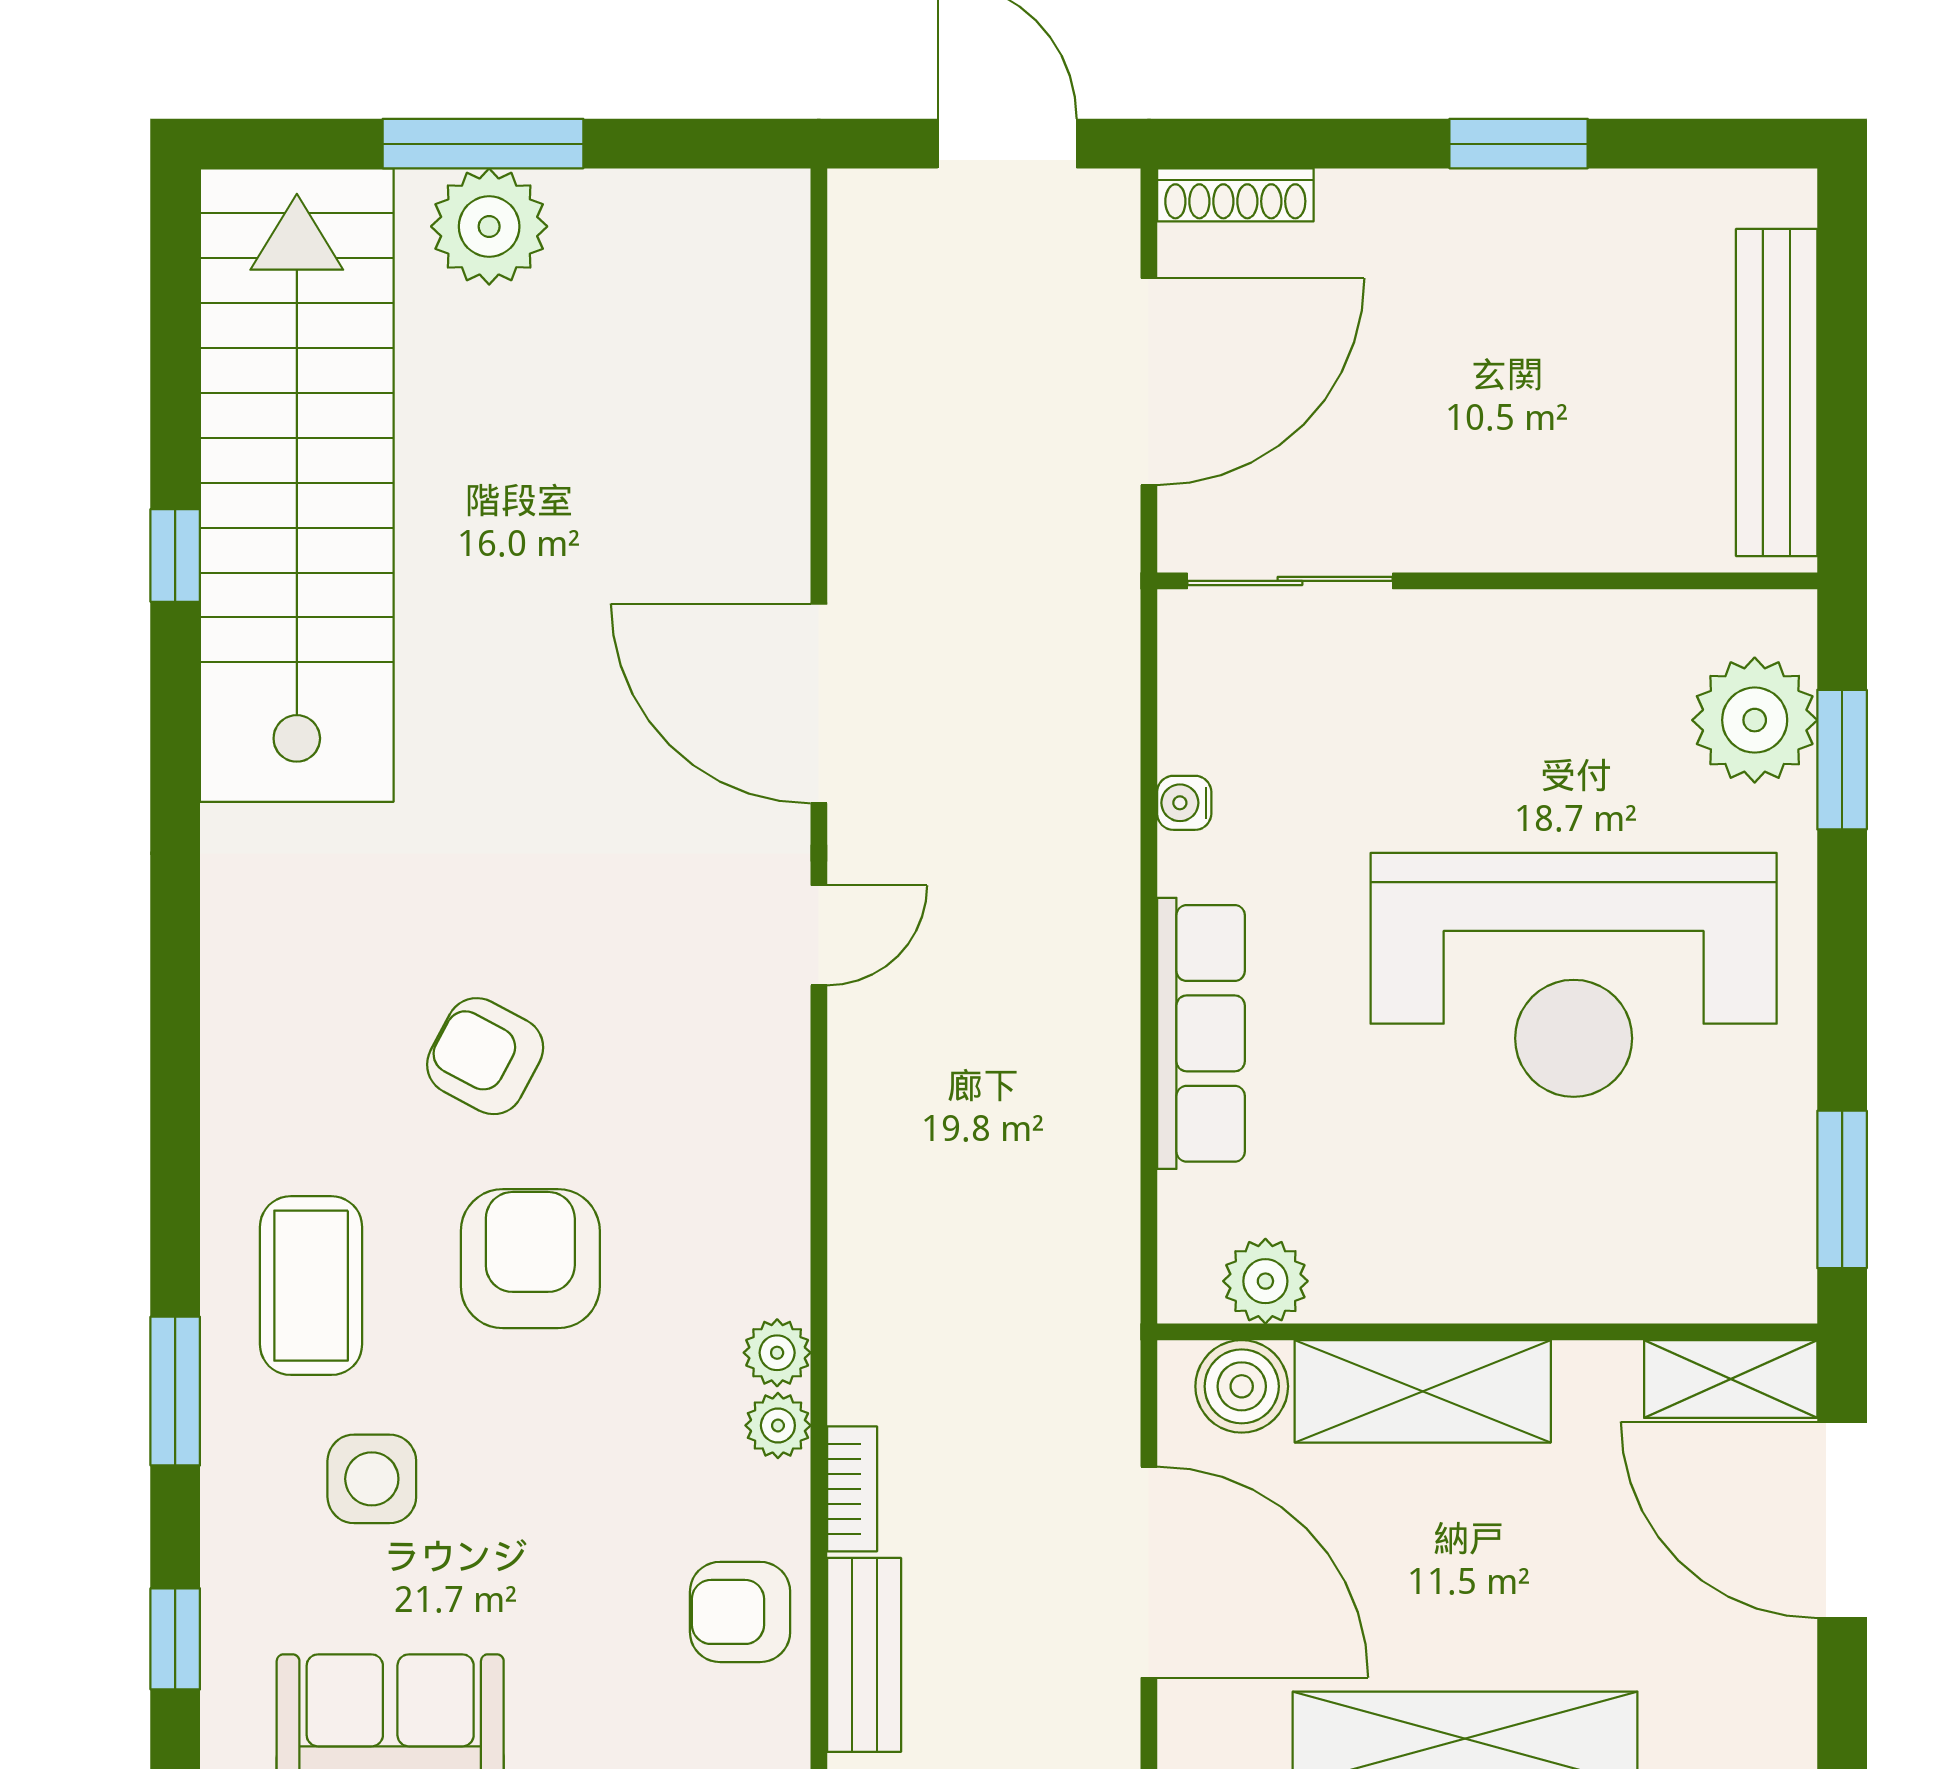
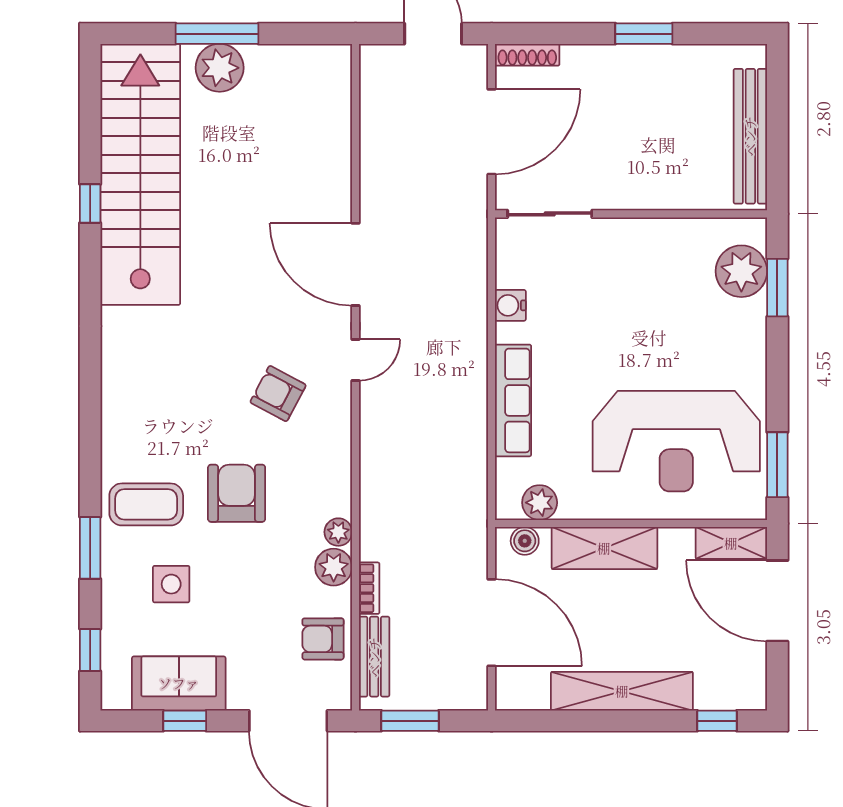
water cooler: (1184, 803) -> (510, 305), width x1.38, depth x1.38
reception desk: (1574, 975) -> (676, 441), moved
armchair: (485, 1056) -> (278, 394), moved
coffee table: (311, 1286) -> (146, 504), turned 90
boiler: (1242, 1386) -> (525, 541), width x0.73, depth x0.73
plant: (778, 1425) -> (334, 567), width x1.38, depth x1.38

